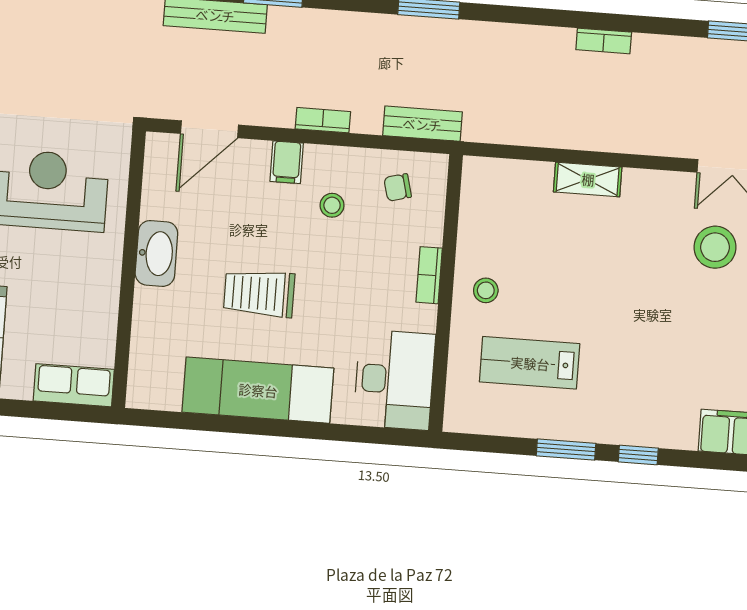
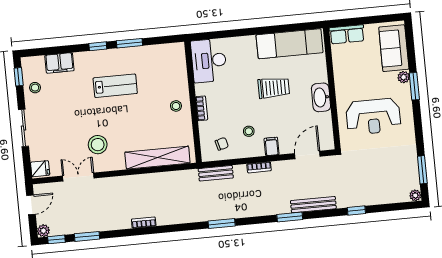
shelving: (588, 179) -> (157, 158), width x2.20, depth x1.33
stool: (715, 247) -> (98, 145), moved
lab bench: (530, 363) -> (115, 86), moved
exam couch: (258, 390) -> (290, 44), moved

